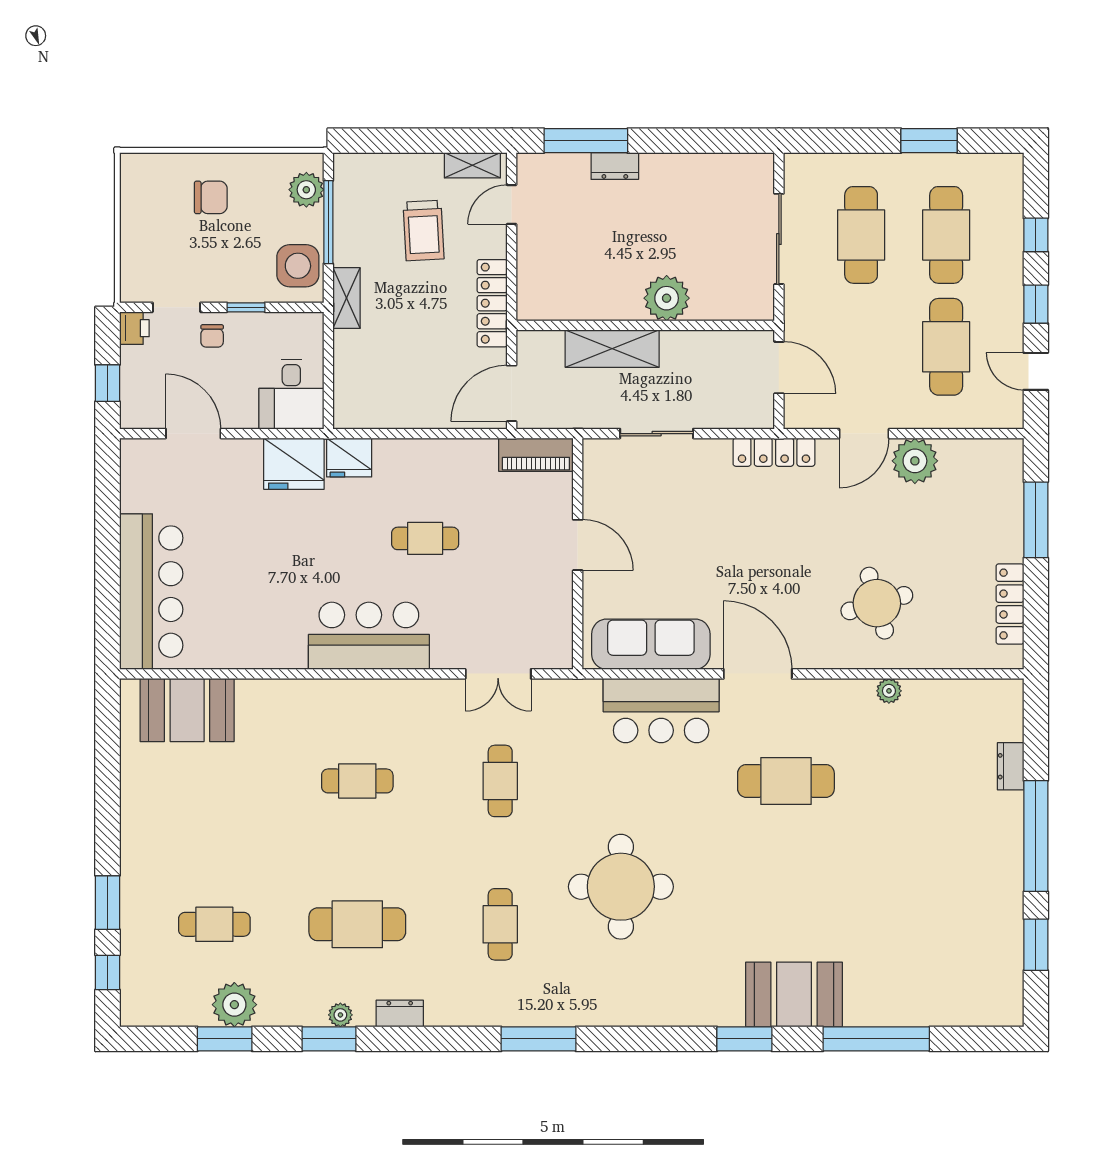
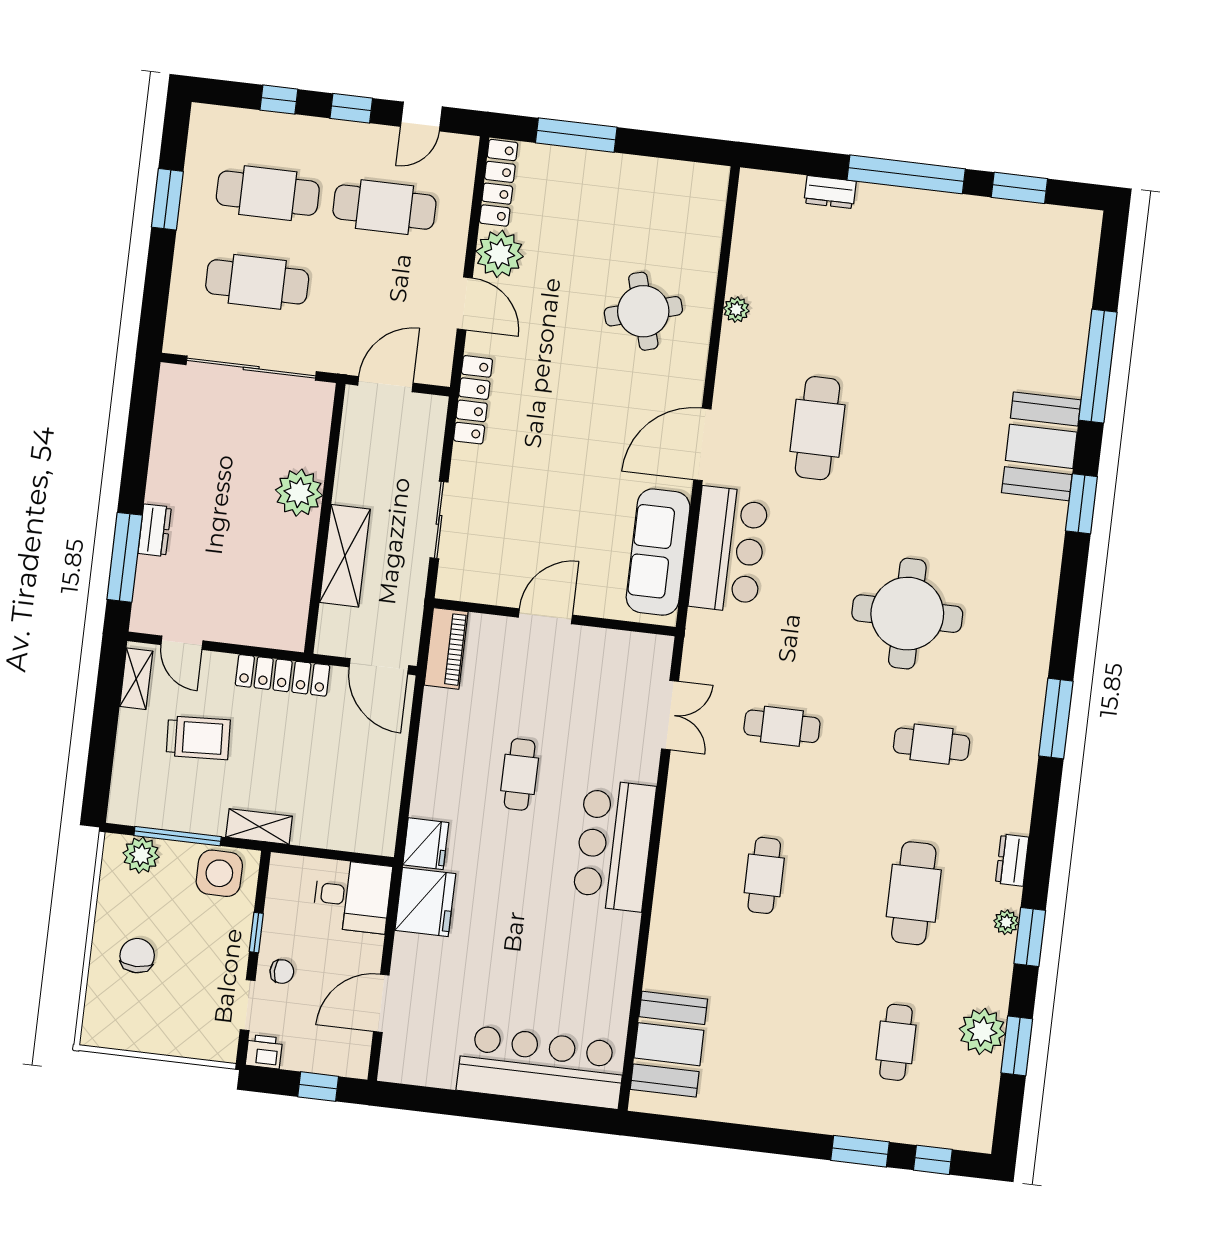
sliding door: (779, 239) -> (251, 368), width x1.36
locker: (1010, 604) -> (499, 183), moved, turned -90

